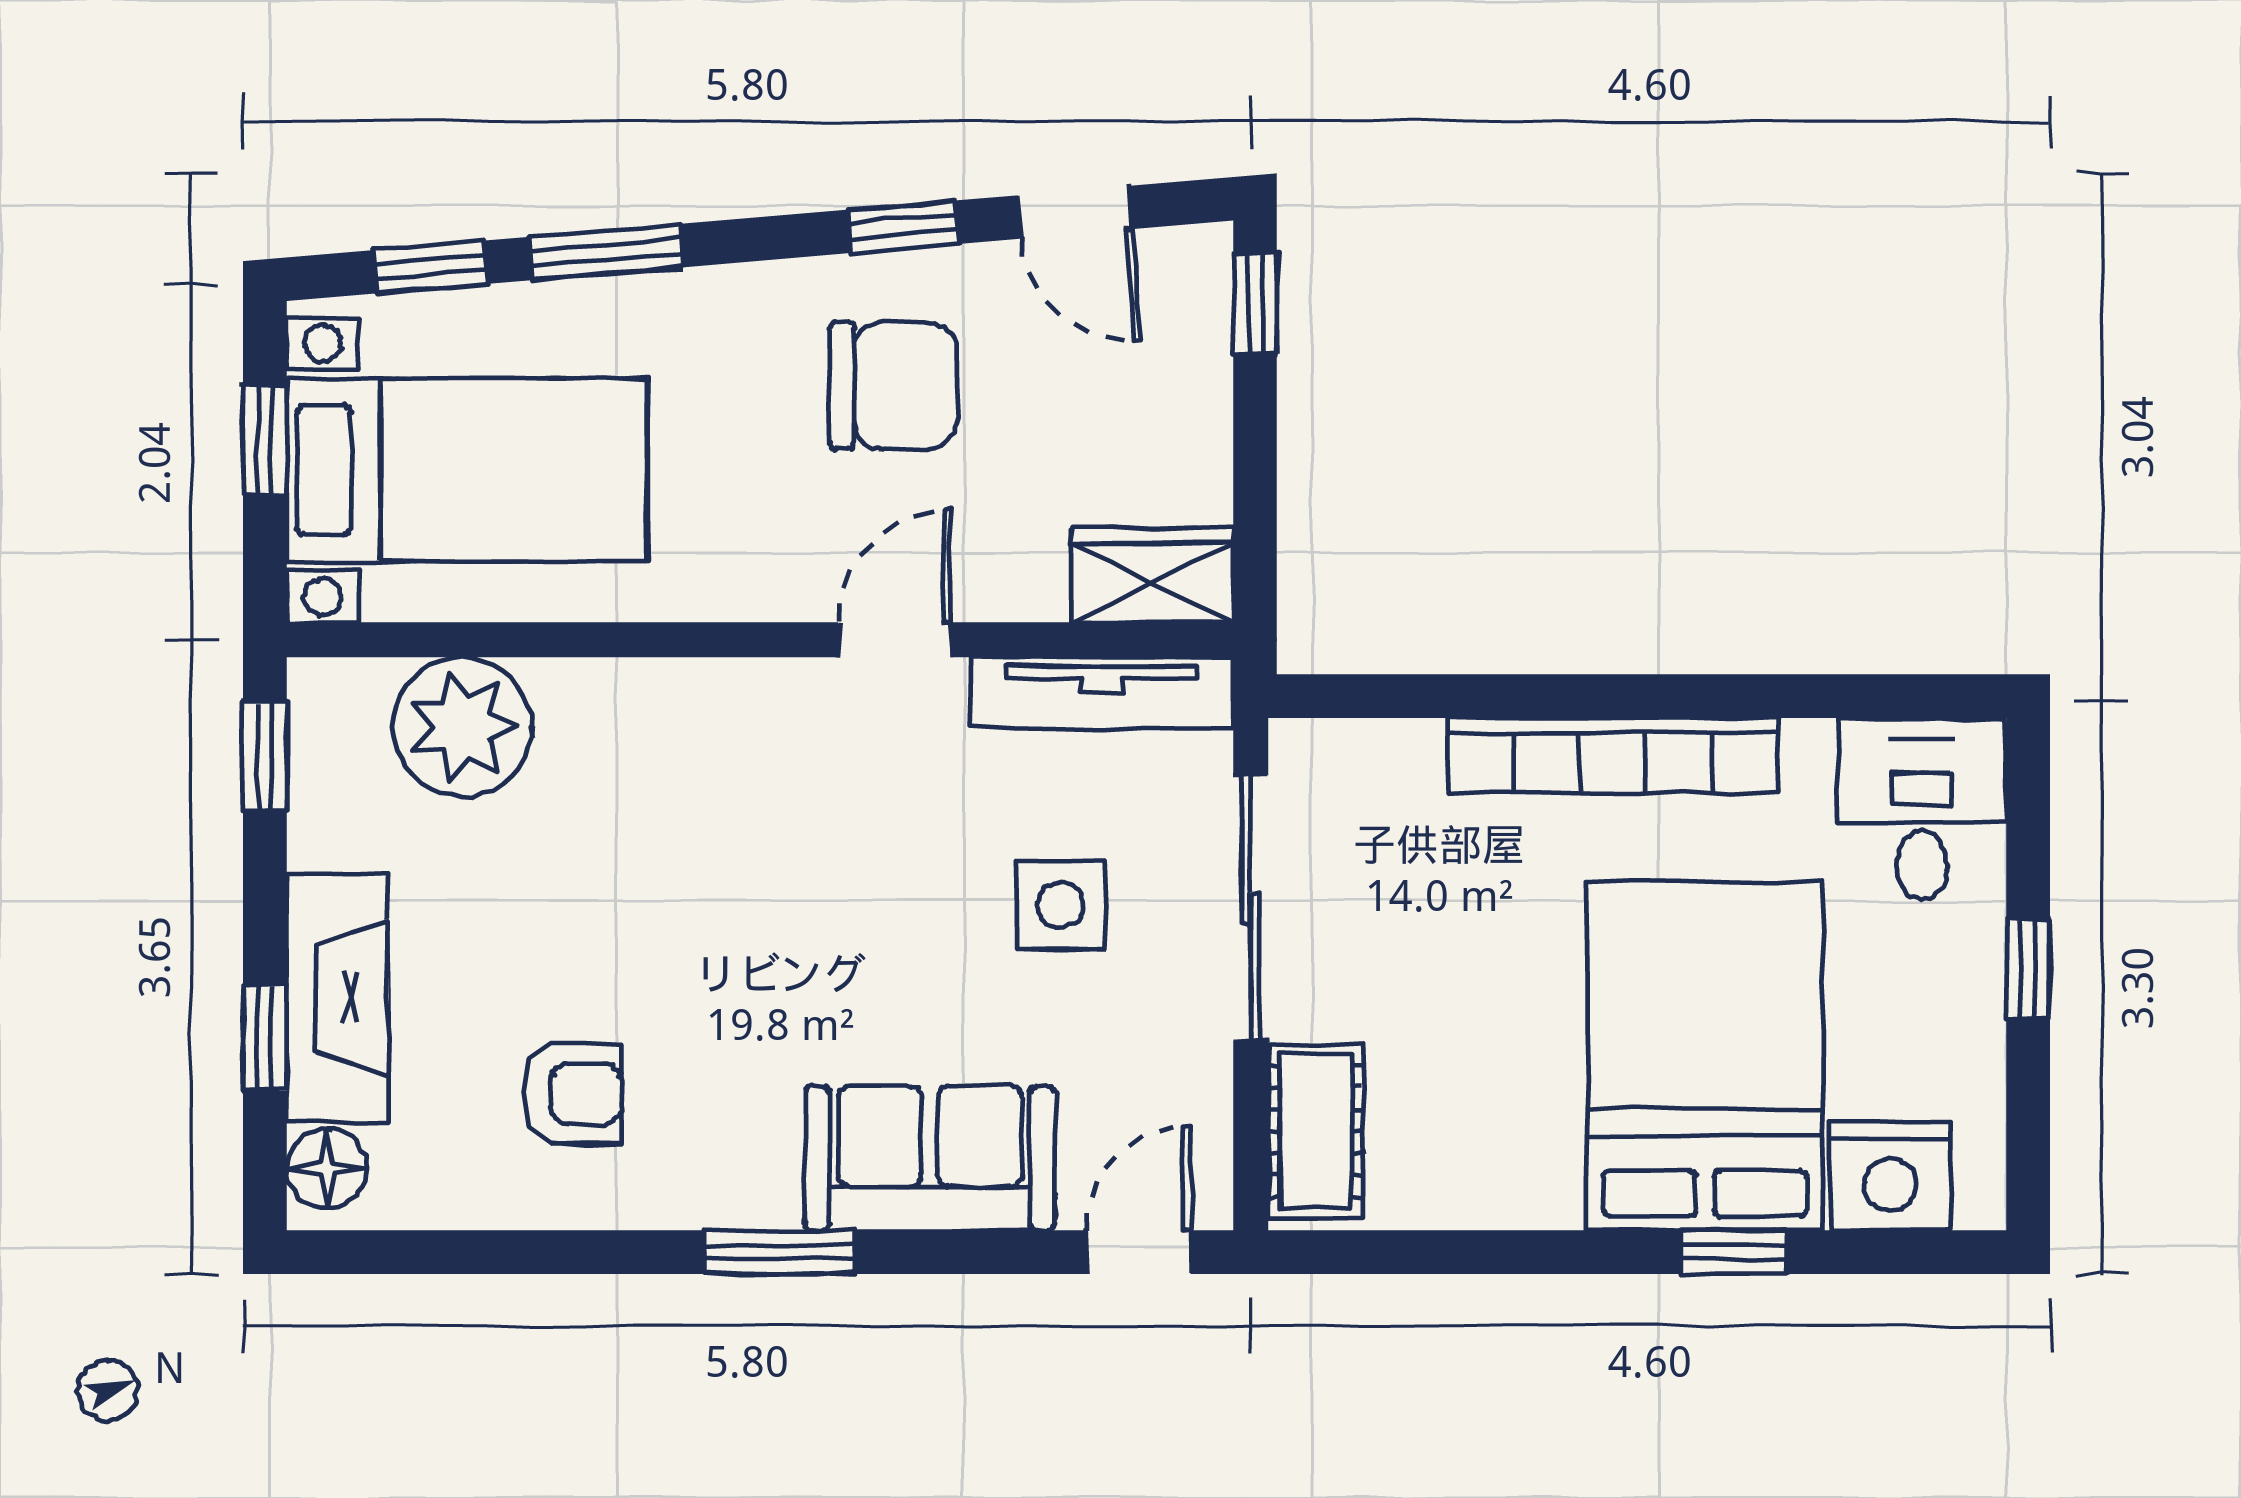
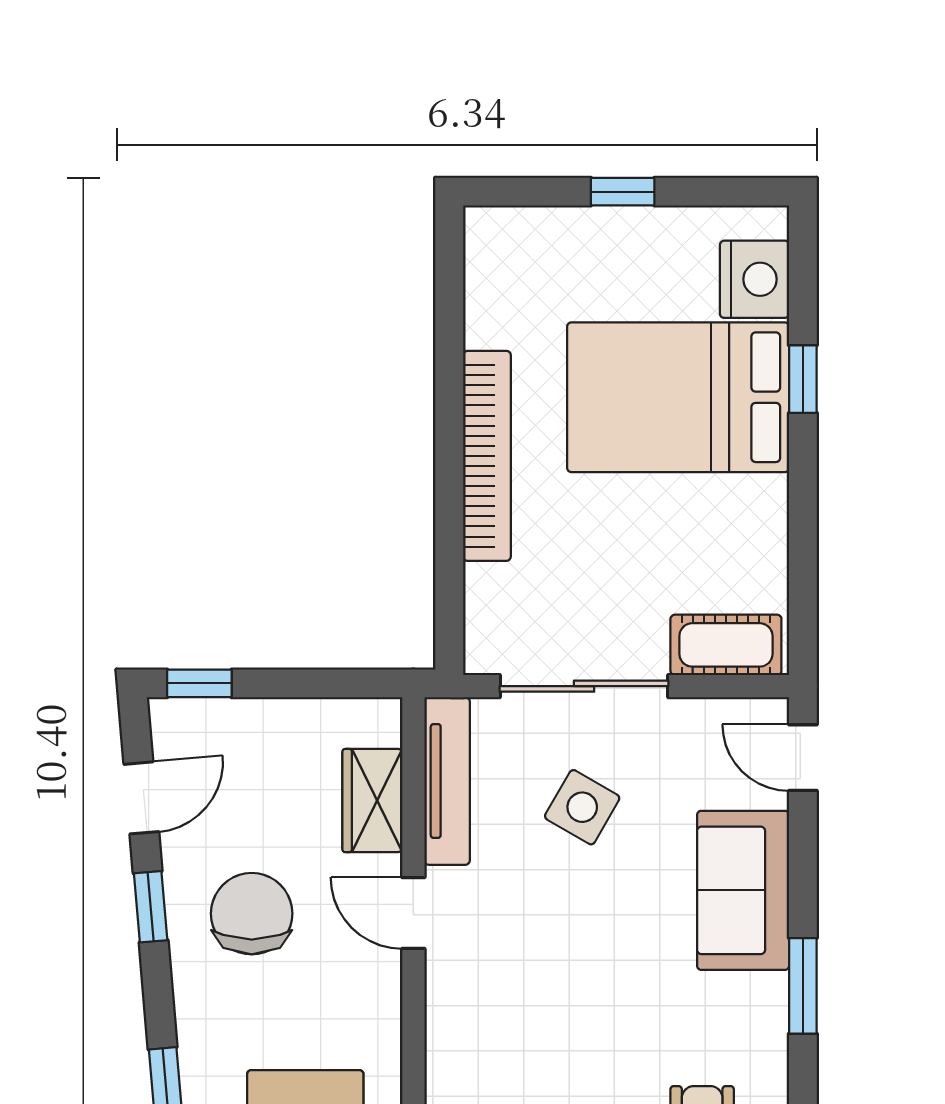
wardrobe: (1152, 575) -> (372, 801), moved
desk: (1922, 809) -> (521, 259), removed
side table: (1060, 905) -> (582, 807), turned 30

